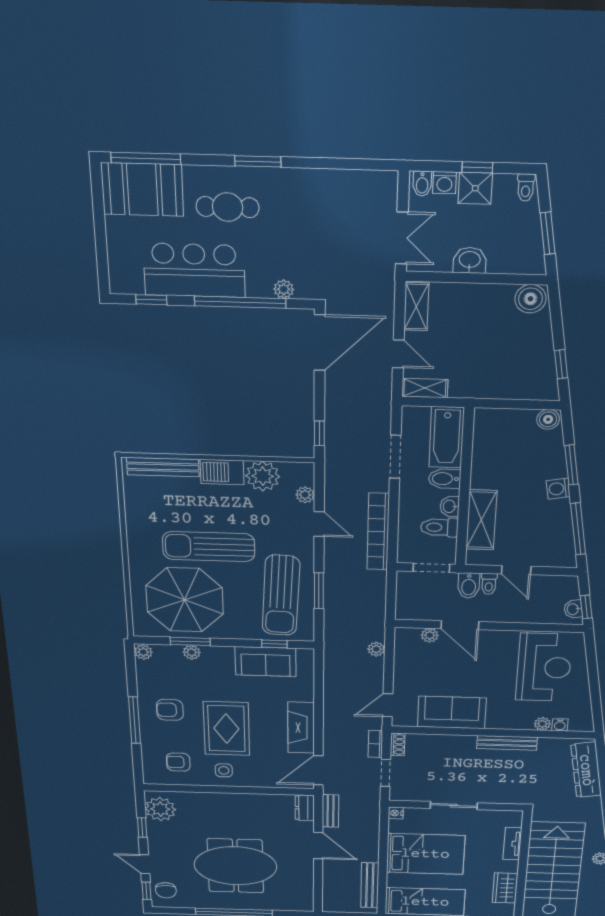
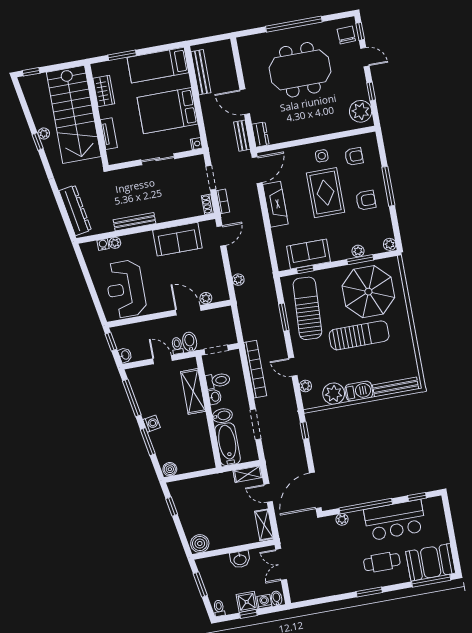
washbasin: (573, 609) -> (125, 355), moved

